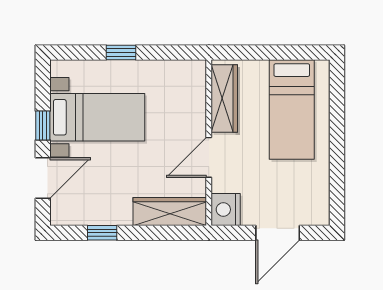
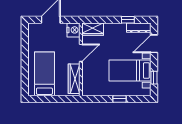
window: (43, 125) -> (154, 78), moved
wardrobe: (170, 211) -> (93, 29), width x0.67
dresser: (77, 215) -> (139, 28), added

